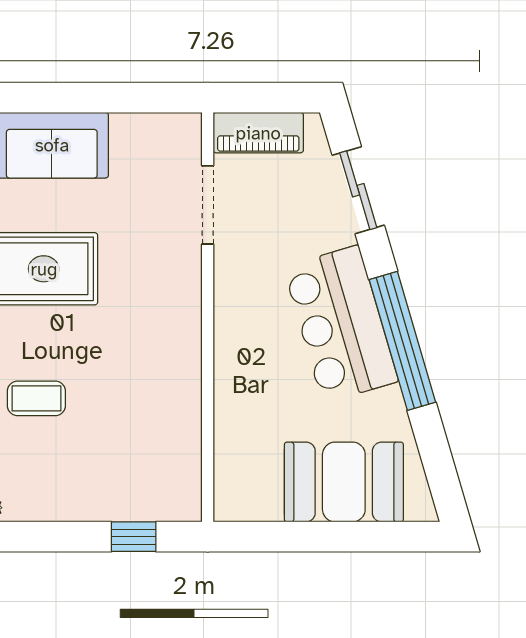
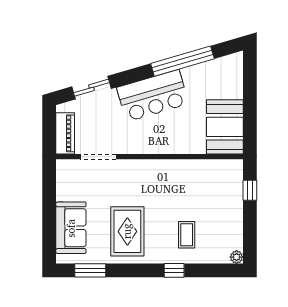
window: (402, 341) -> (182, 61), moved
booth: (344, 482) -> (225, 127), moved

